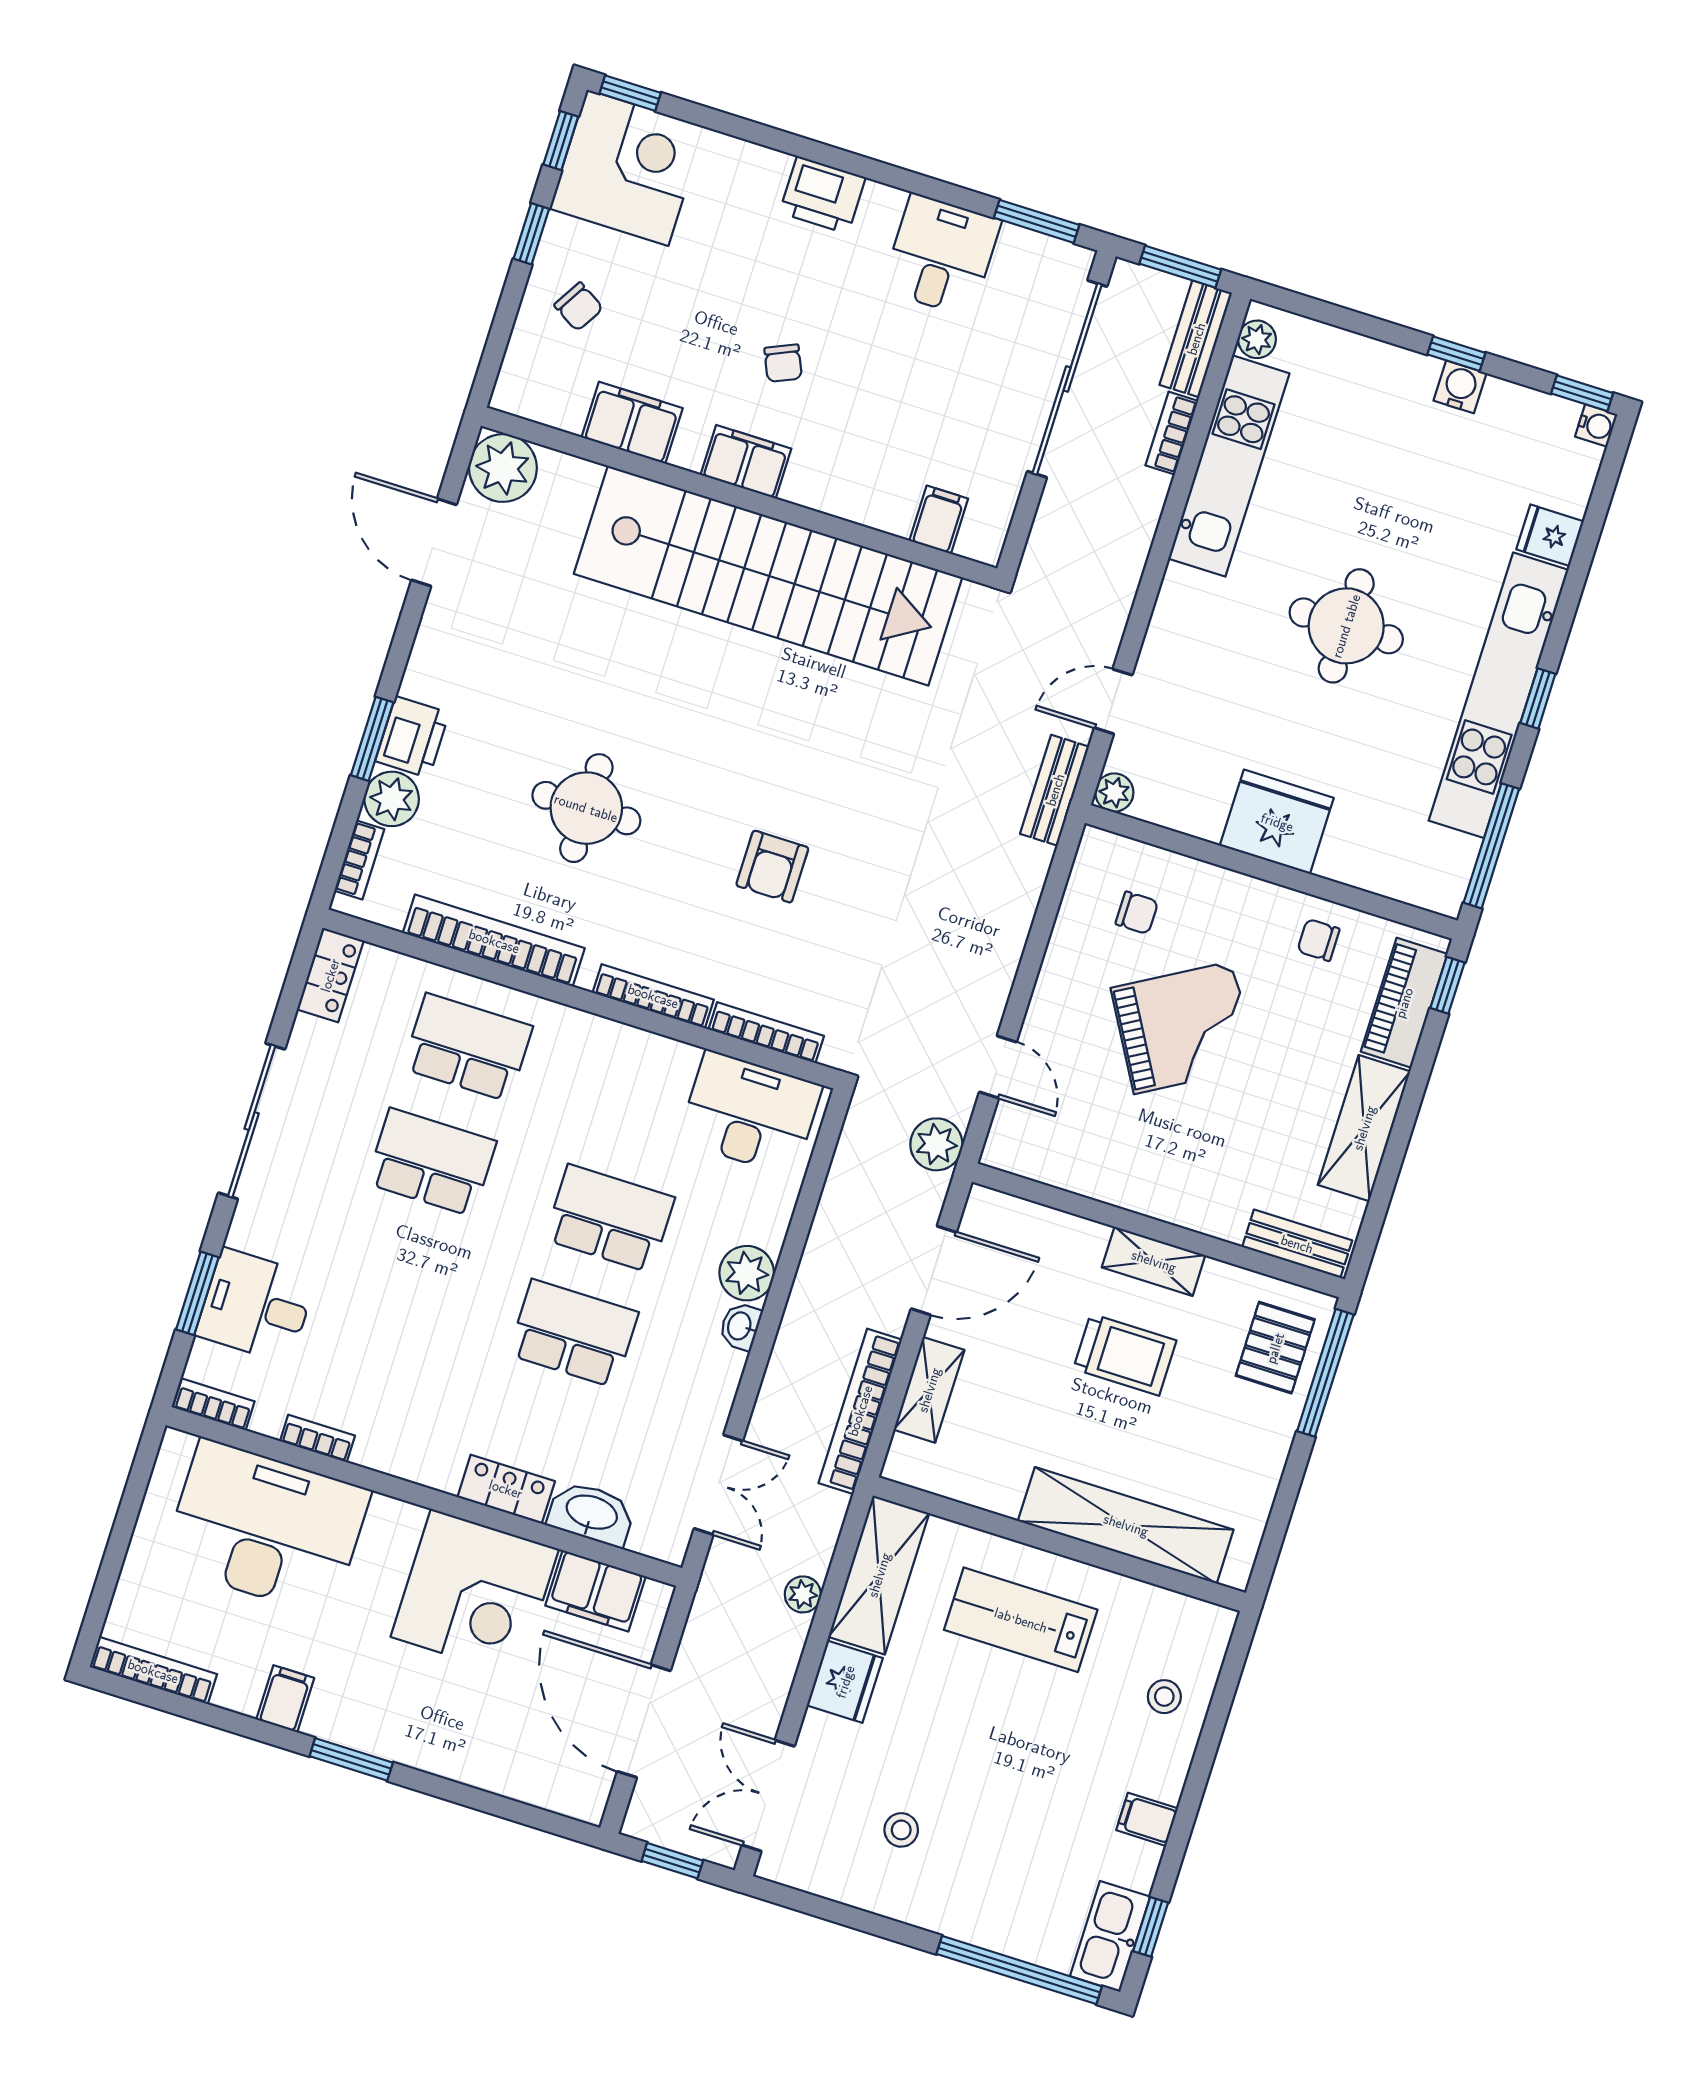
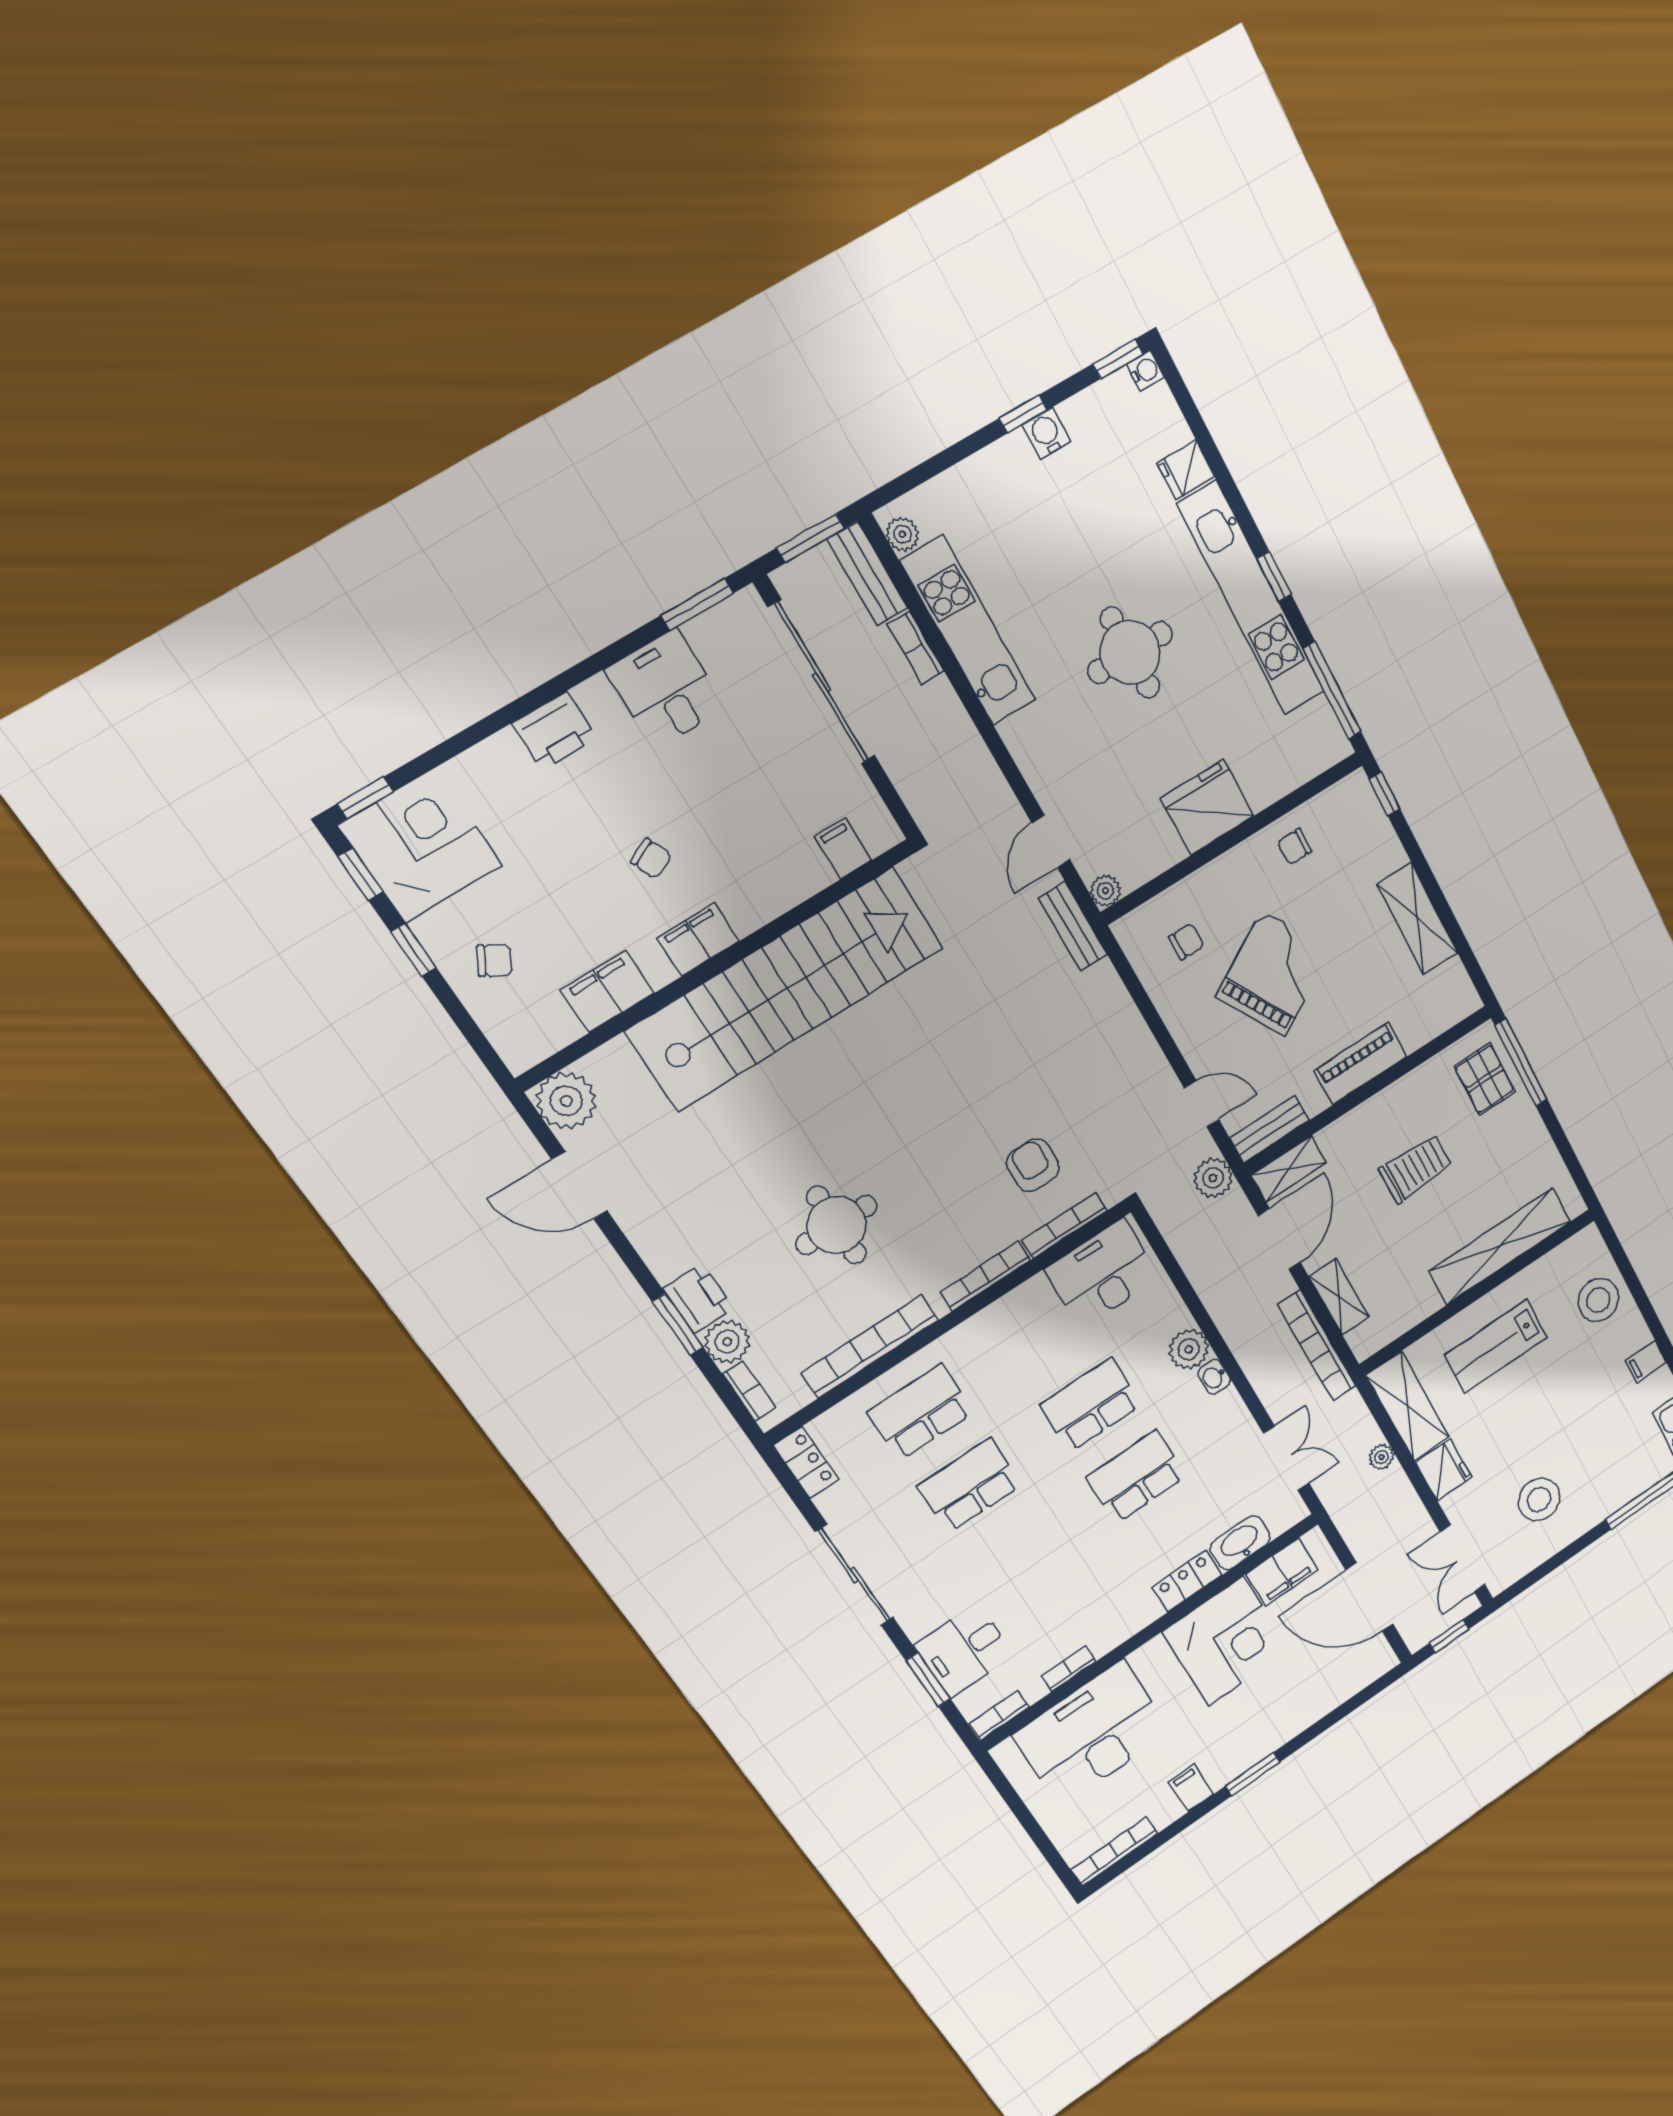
armchair: (772, 867) -> (1033, 1165), moved, turned 180
piano: (1404, 1003) -> (1361, 1064), moved, turned 90
bench: (1297, 1244) -> (1270, 1129), moved
shelving: (1154, 1261) -> (1289, 1169), moved
stool: (1164, 1697) -> (1598, 1300), width x1.89, depth x1.89
stool: (901, 1830) -> (1539, 1499), width x1.89, depth x1.89

